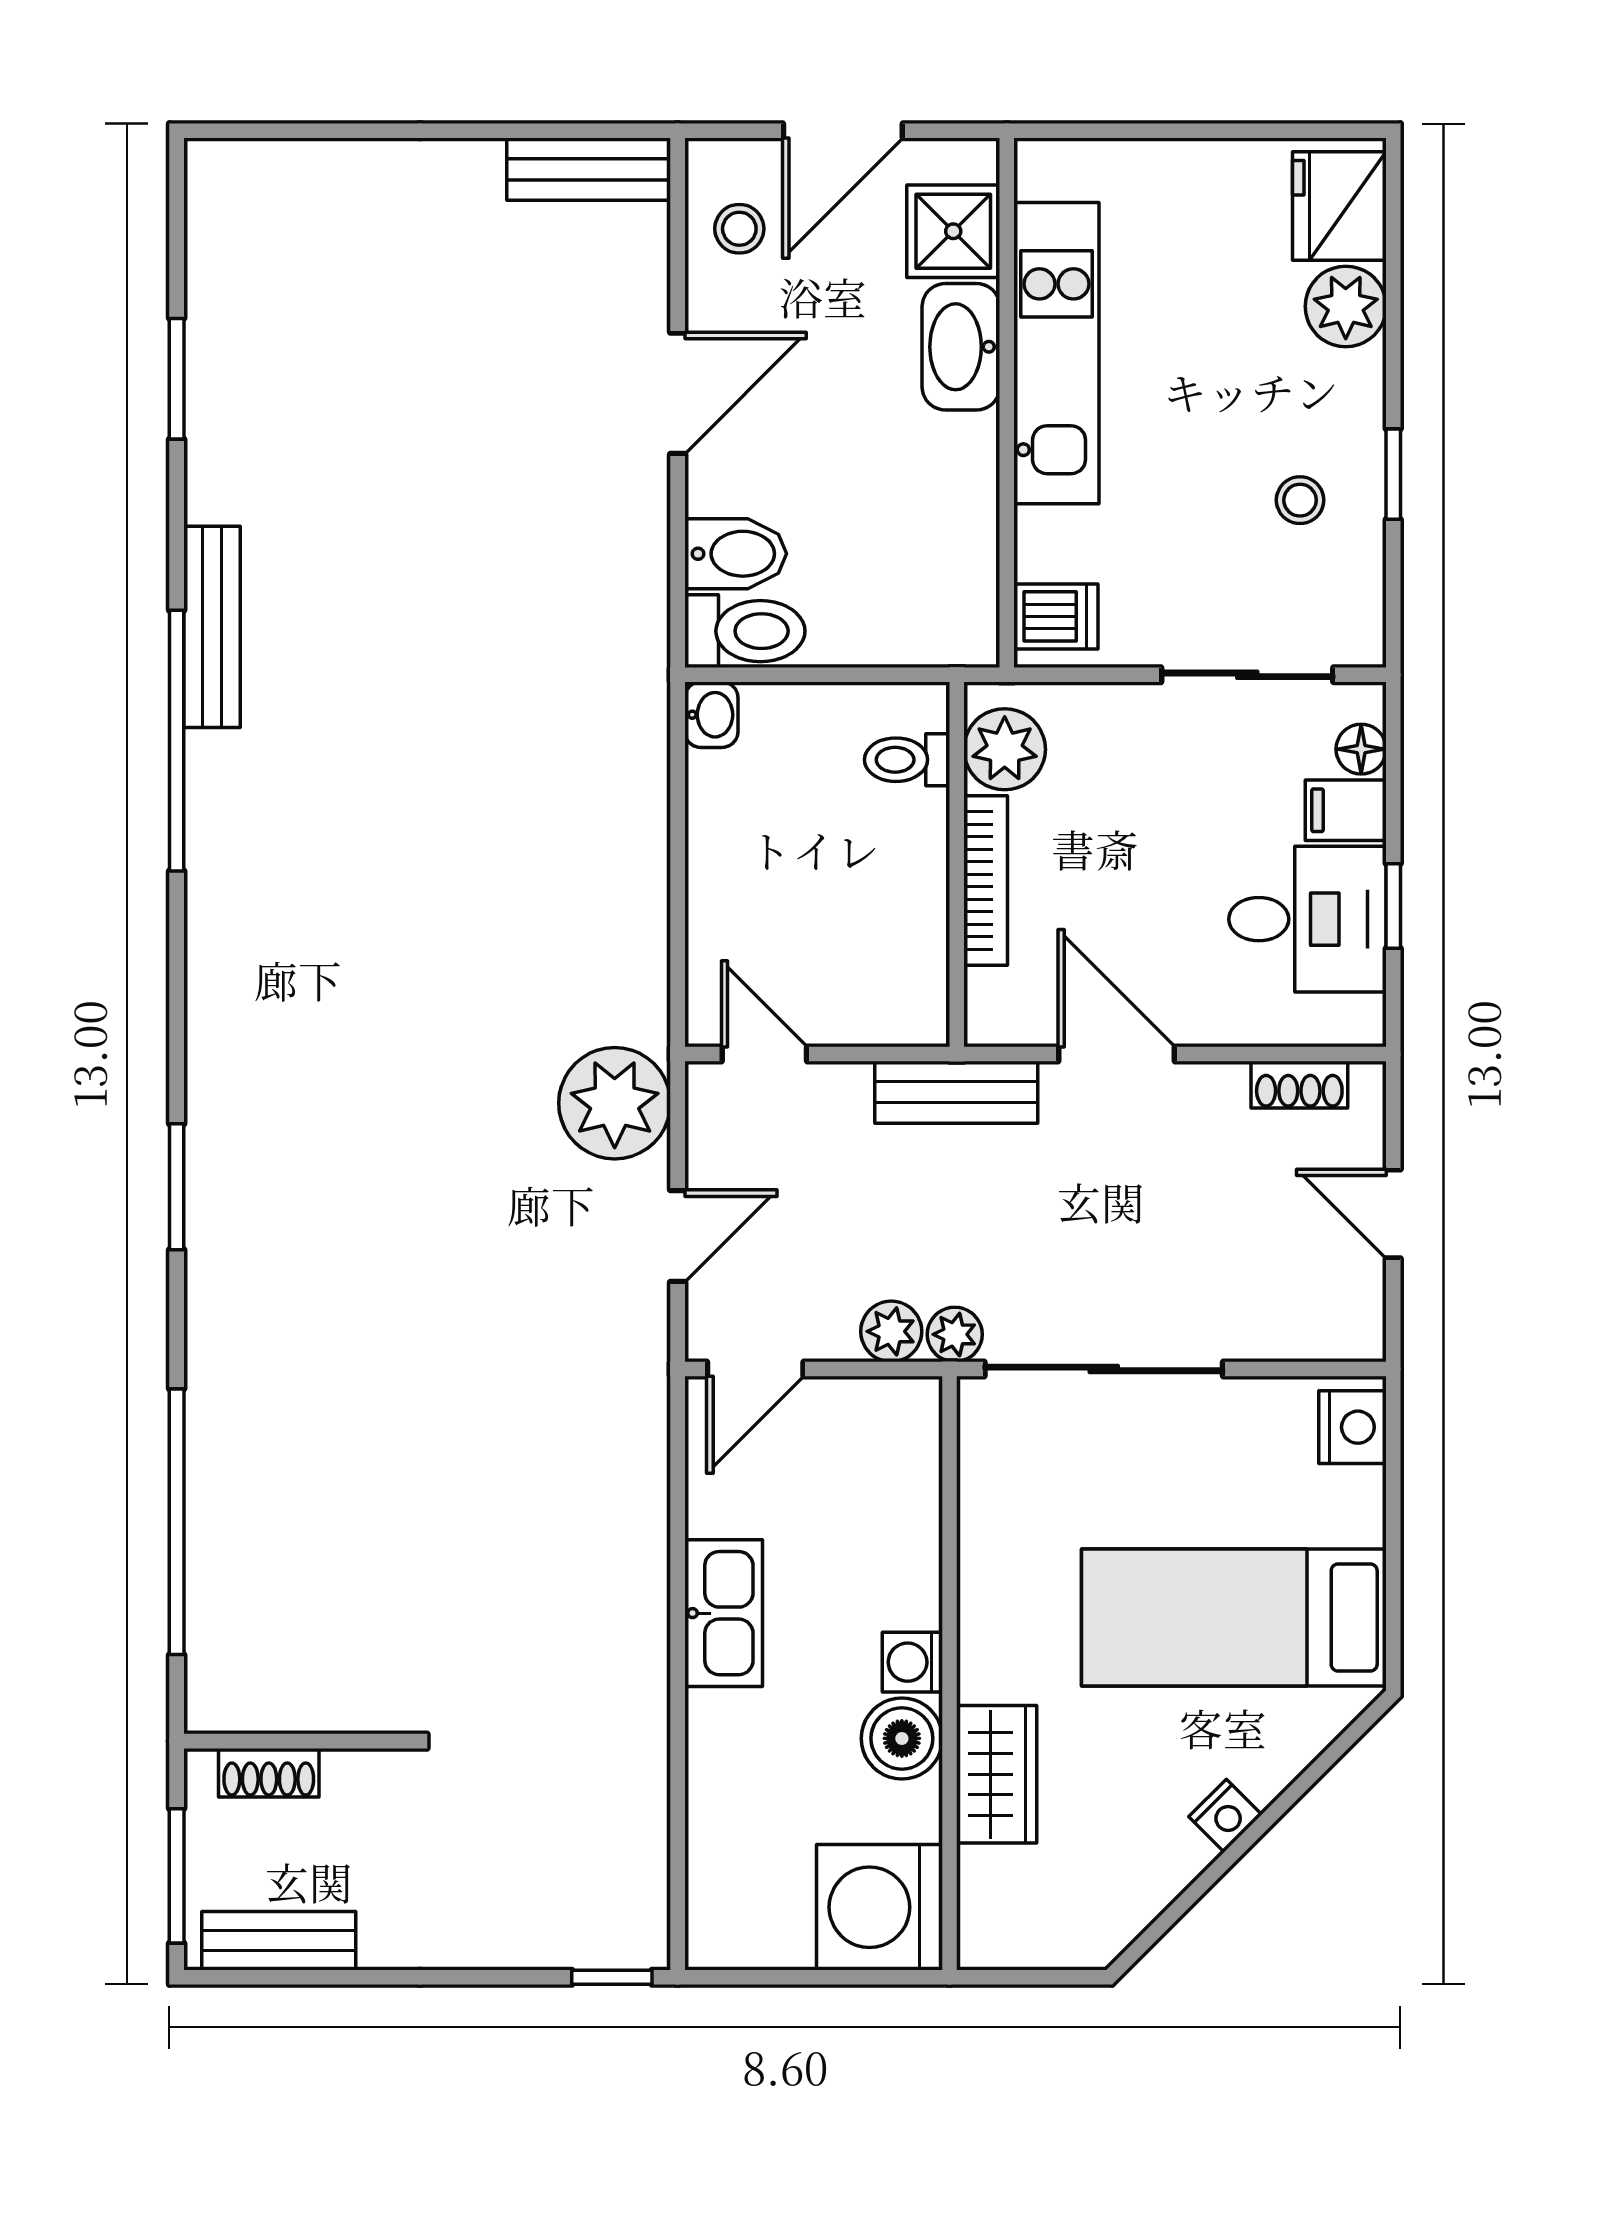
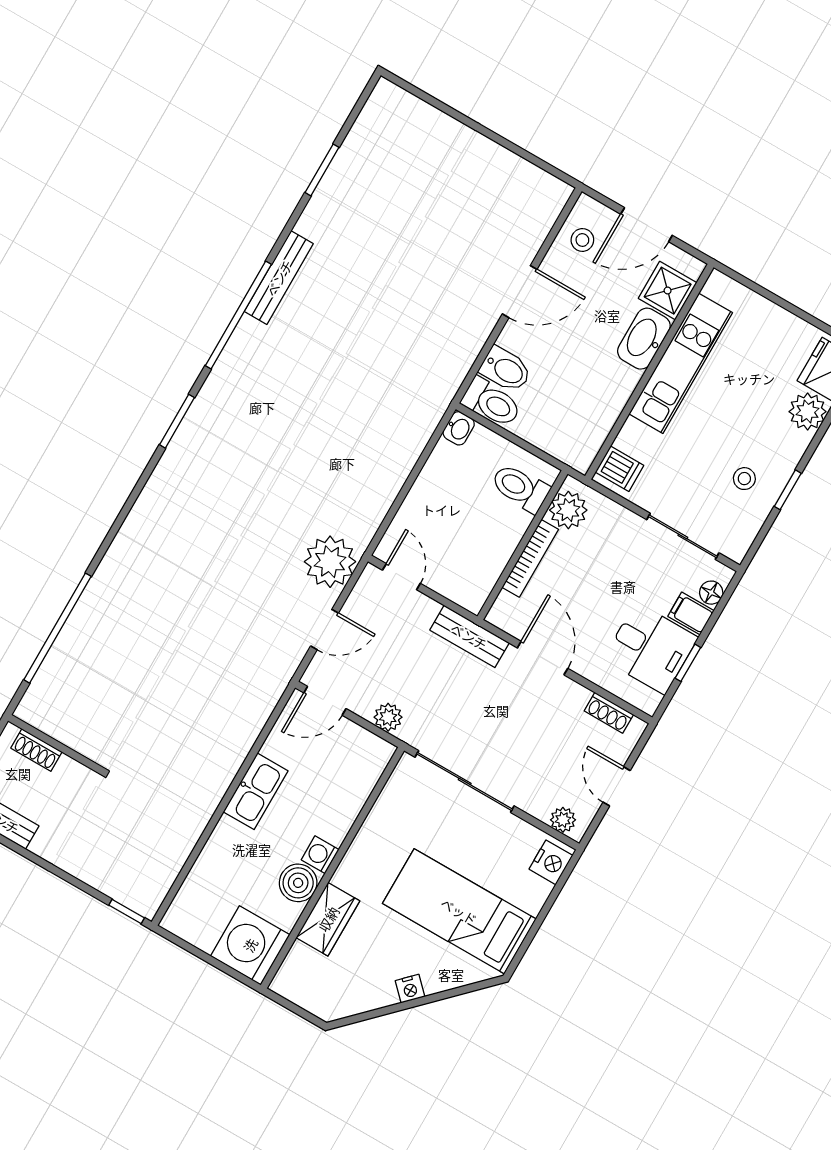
bench: (589, 169) -> (536, 181), removed
toilet: (907, 760) -> (520, 488), width x1.37, depth x1.39
window: (177, 1187) -> (177, 421), moved
plant: (955, 1334) -> (563, 820), moved

